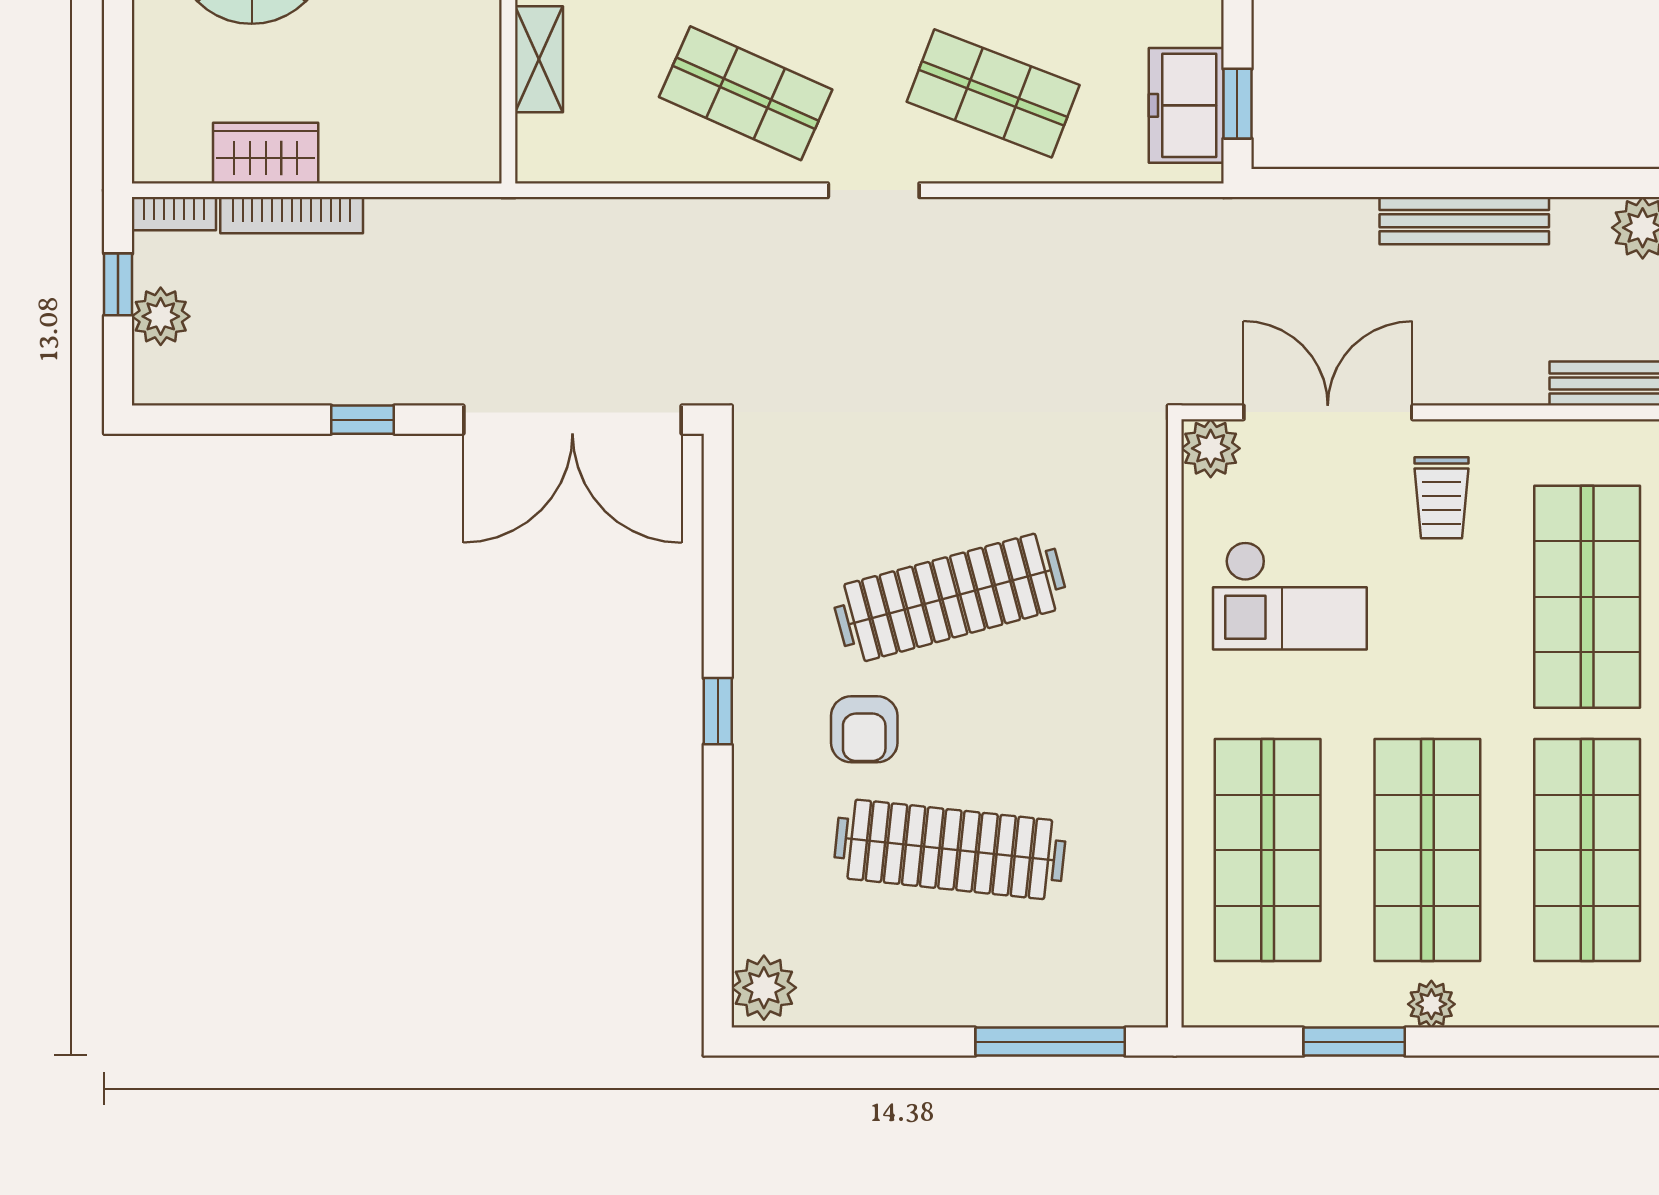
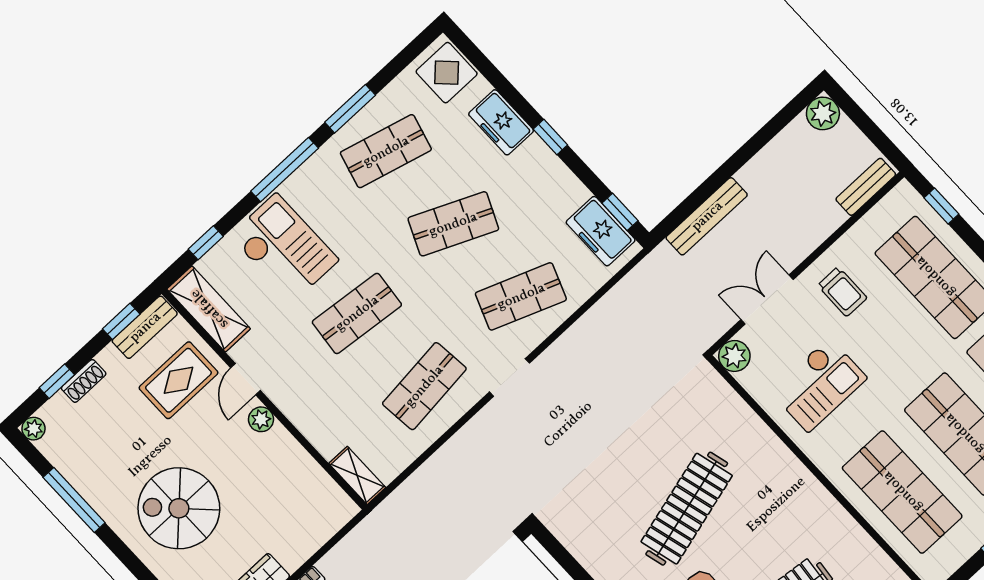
shelving: (539, 59) -> (357, 475), moved
shop shelf: (746, 93) -> (424, 386), turned -30
bench: (1464, 221) -> (707, 216), moved
double door: (1328, 412) -> (767, 299), width x0.73

